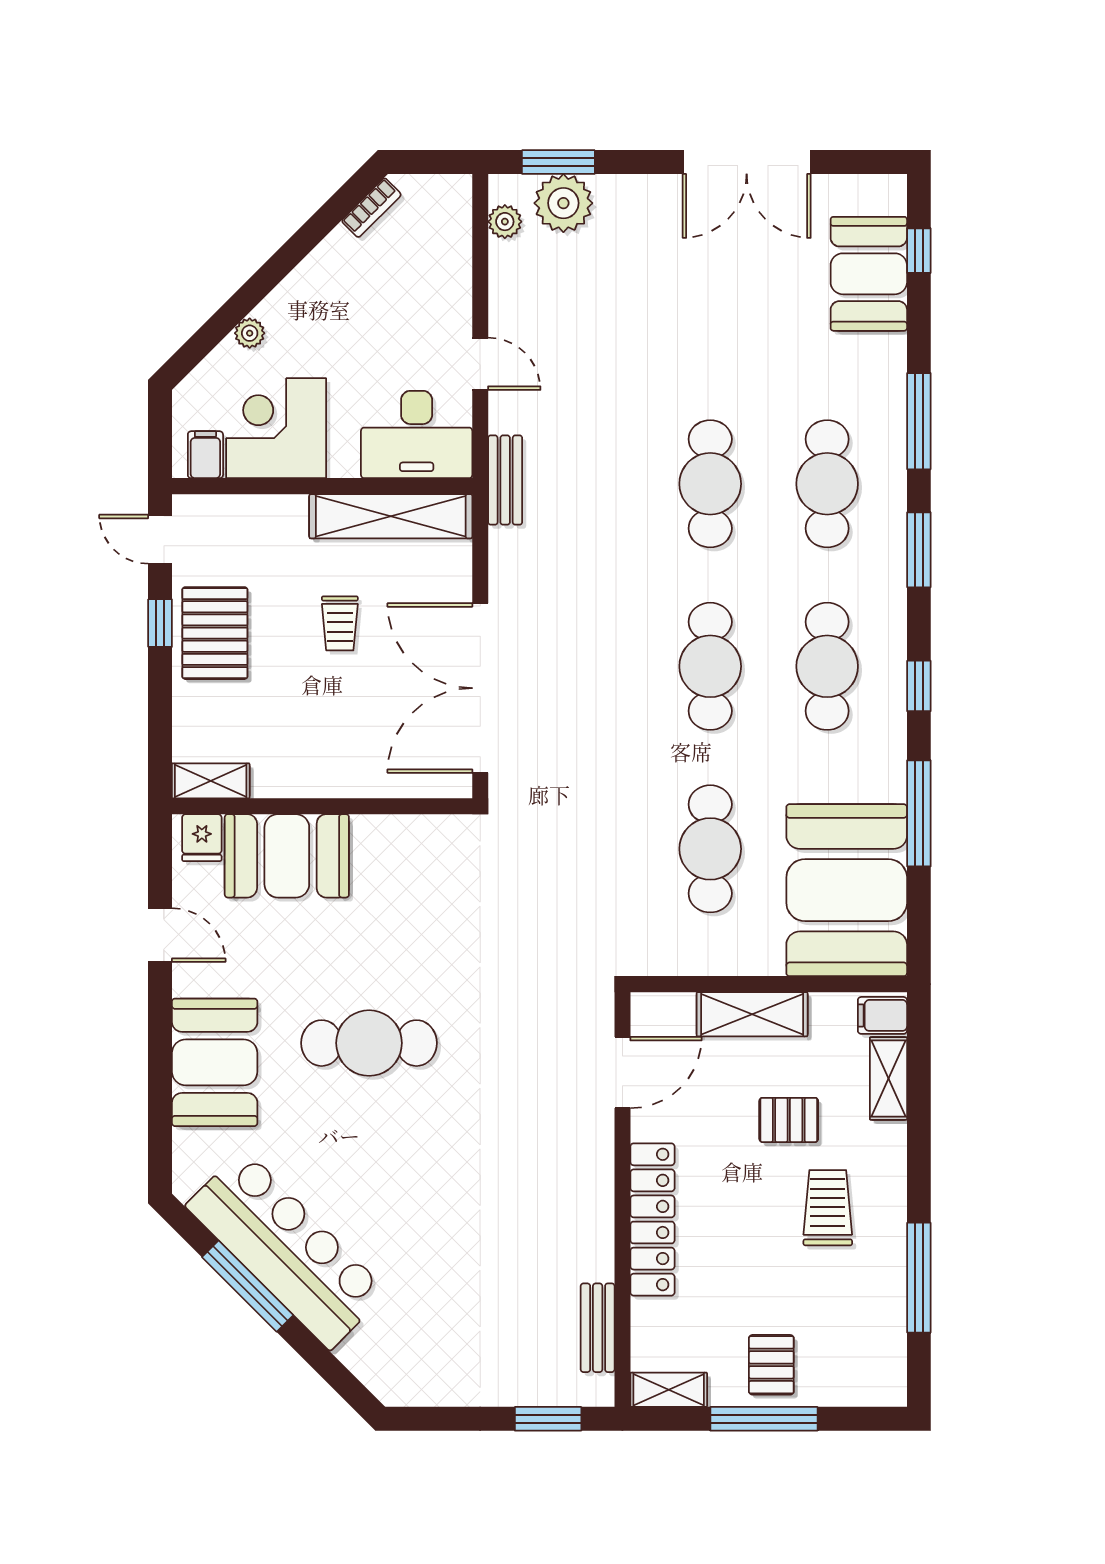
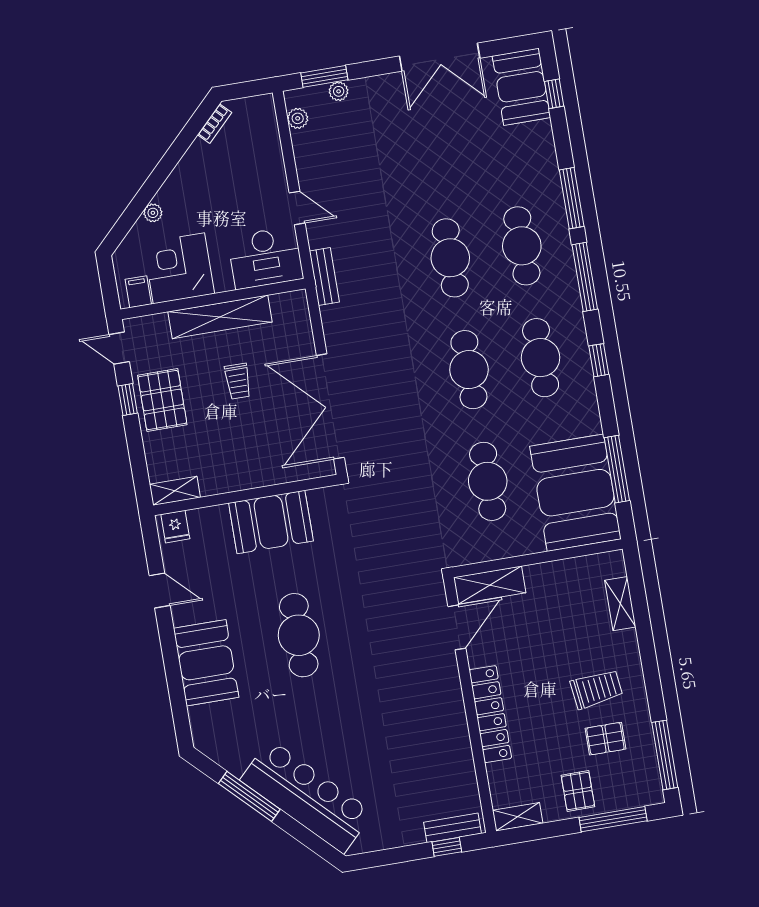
plant: (563, 203) -> (339, 91), width x0.53, depth x0.53
booth: (869, 274) -> (521, 87), moved
shelving: (391, 516) -> (220, 317), moved
window: (919, 550) -> (585, 277), width x1.44
window: (919, 813) -> (617, 469), moved
booth: (287, 856) -> (271, 522), moved
shelving: (752, 1014) -> (490, 585), moved
filing cabinet: (882, 1015) -> (610, 566), removed
cafe table: (369, 1043) -> (299, 635), turned 90
pallet: (789, 1120) -> (605, 739), moved
trolley: (828, 1208) -> (596, 689), turned 83
bar counter: (287, 1249) -> (307, 796), moved
window: (919, 1278) -> (665, 755), moved
bench: (598, 1328) -> (453, 828), moved, turned 90
window: (548, 1419) -> (447, 847), width x0.67
window: (764, 1419) -> (613, 819), moved

